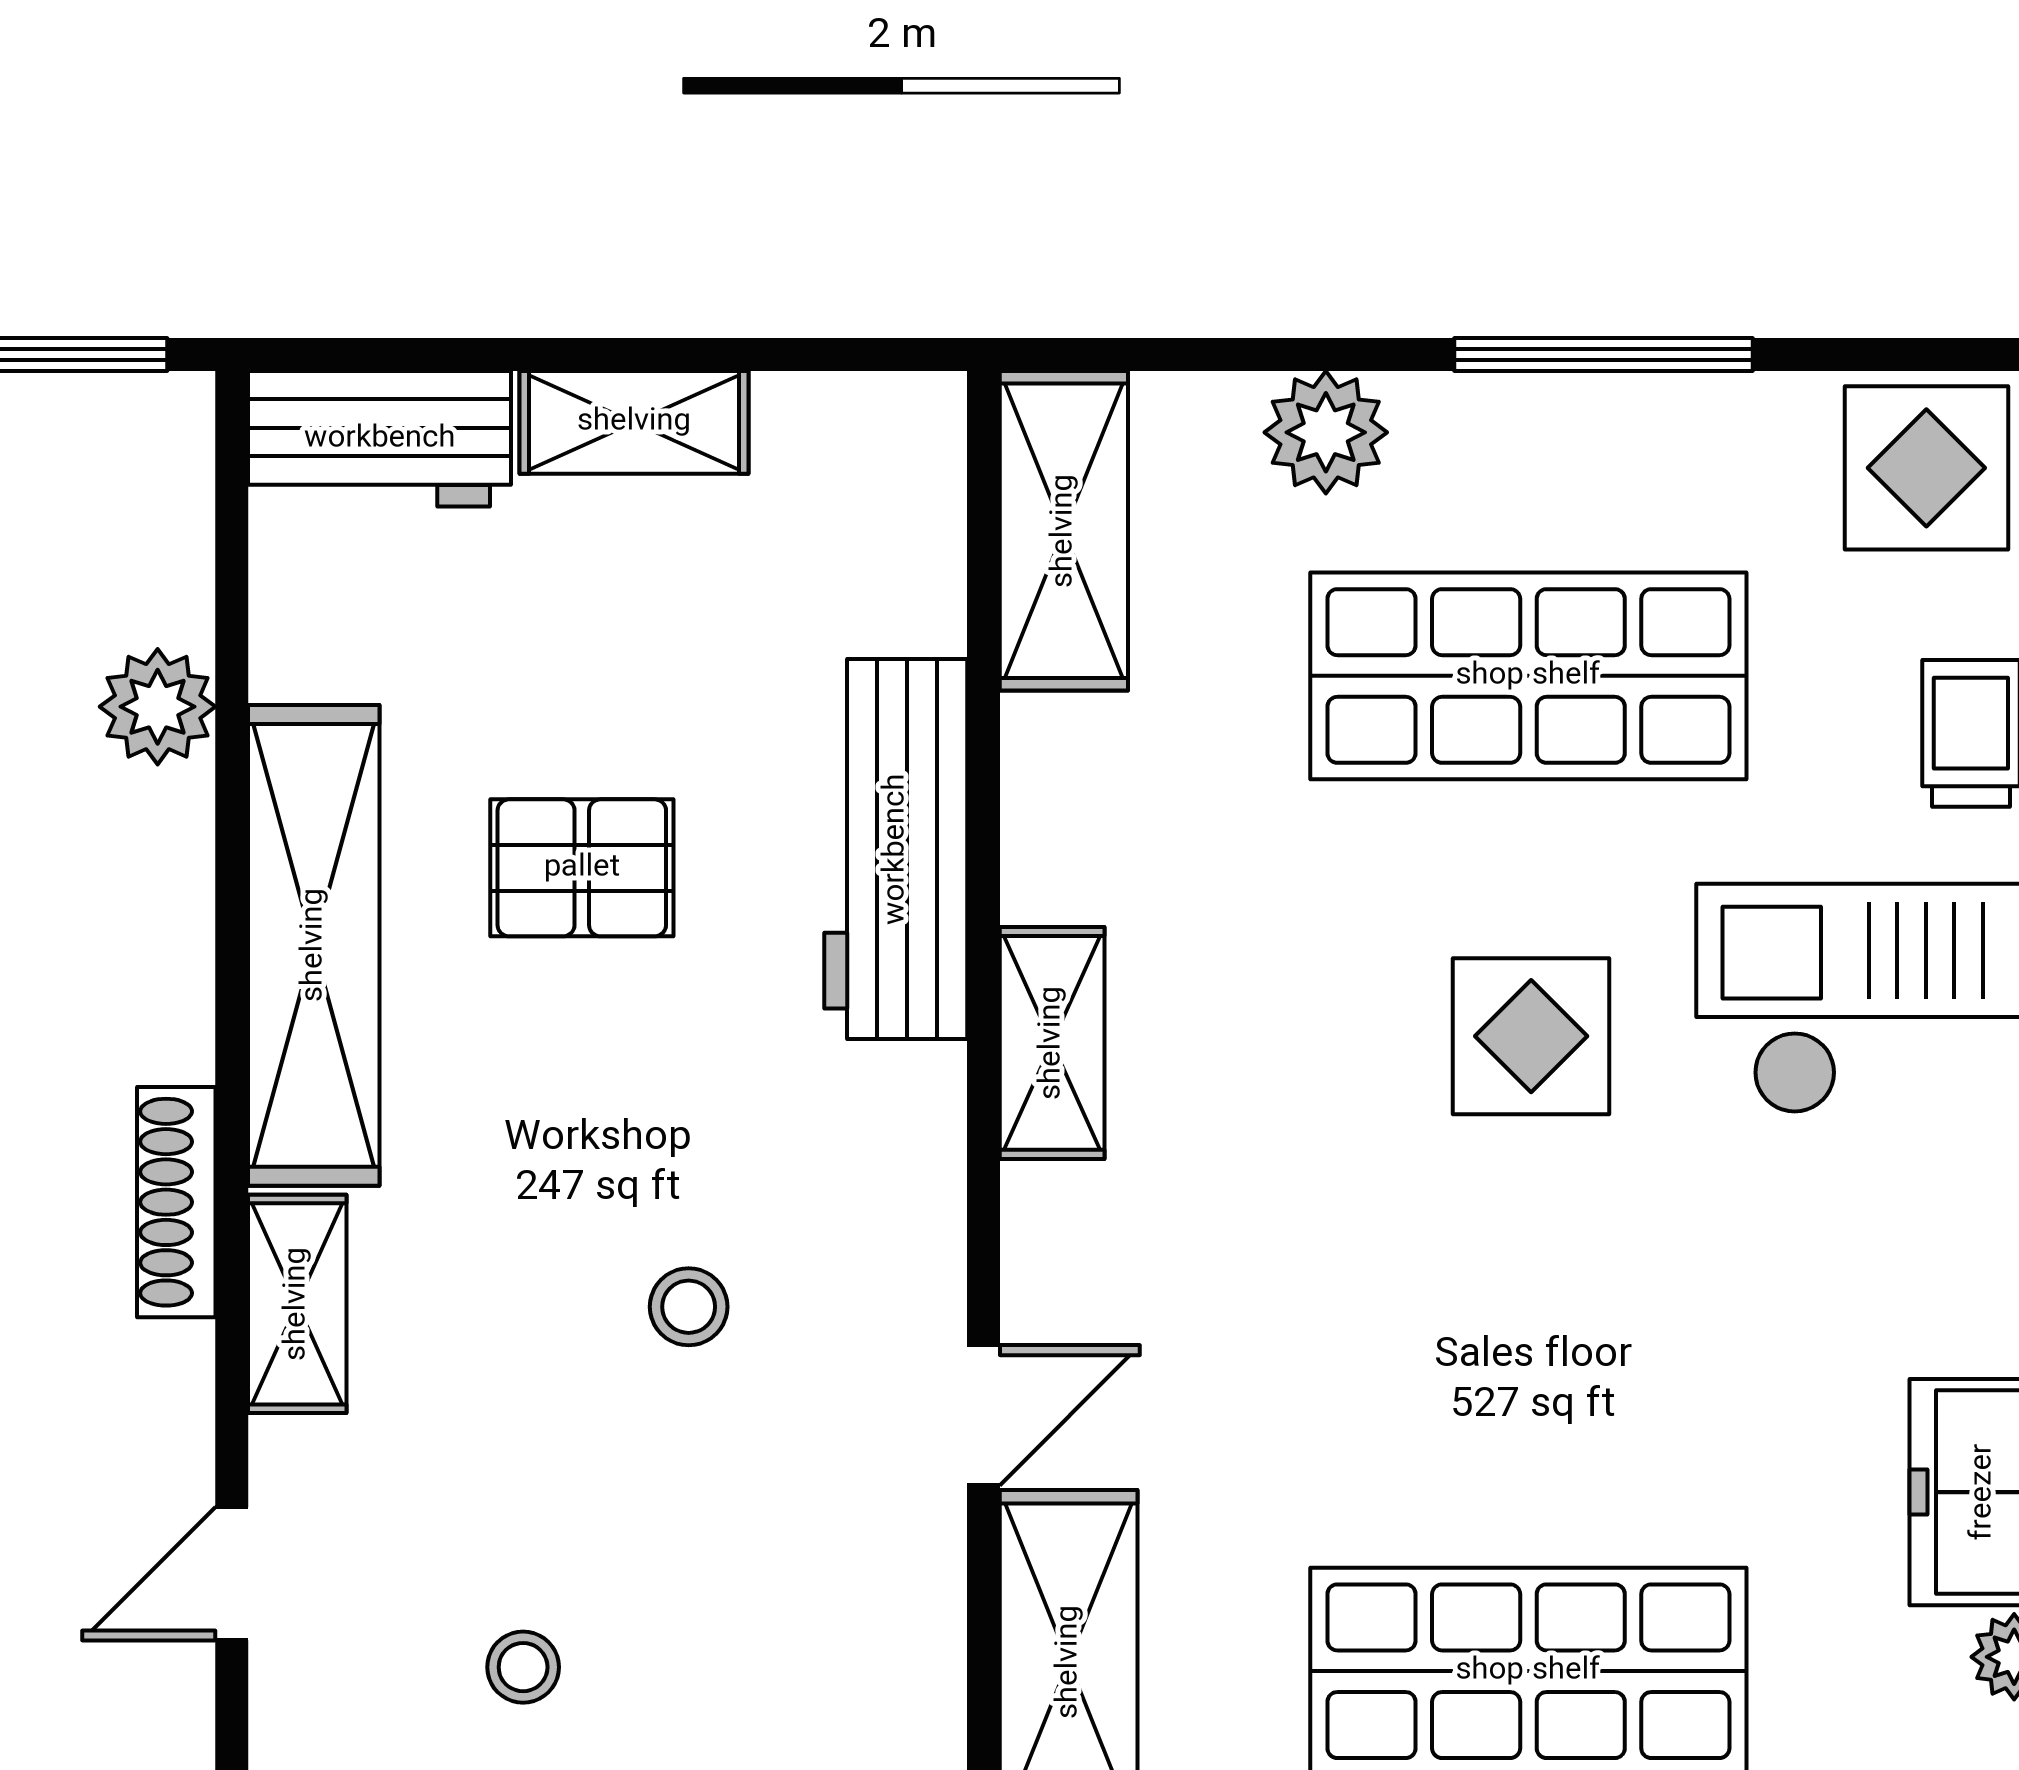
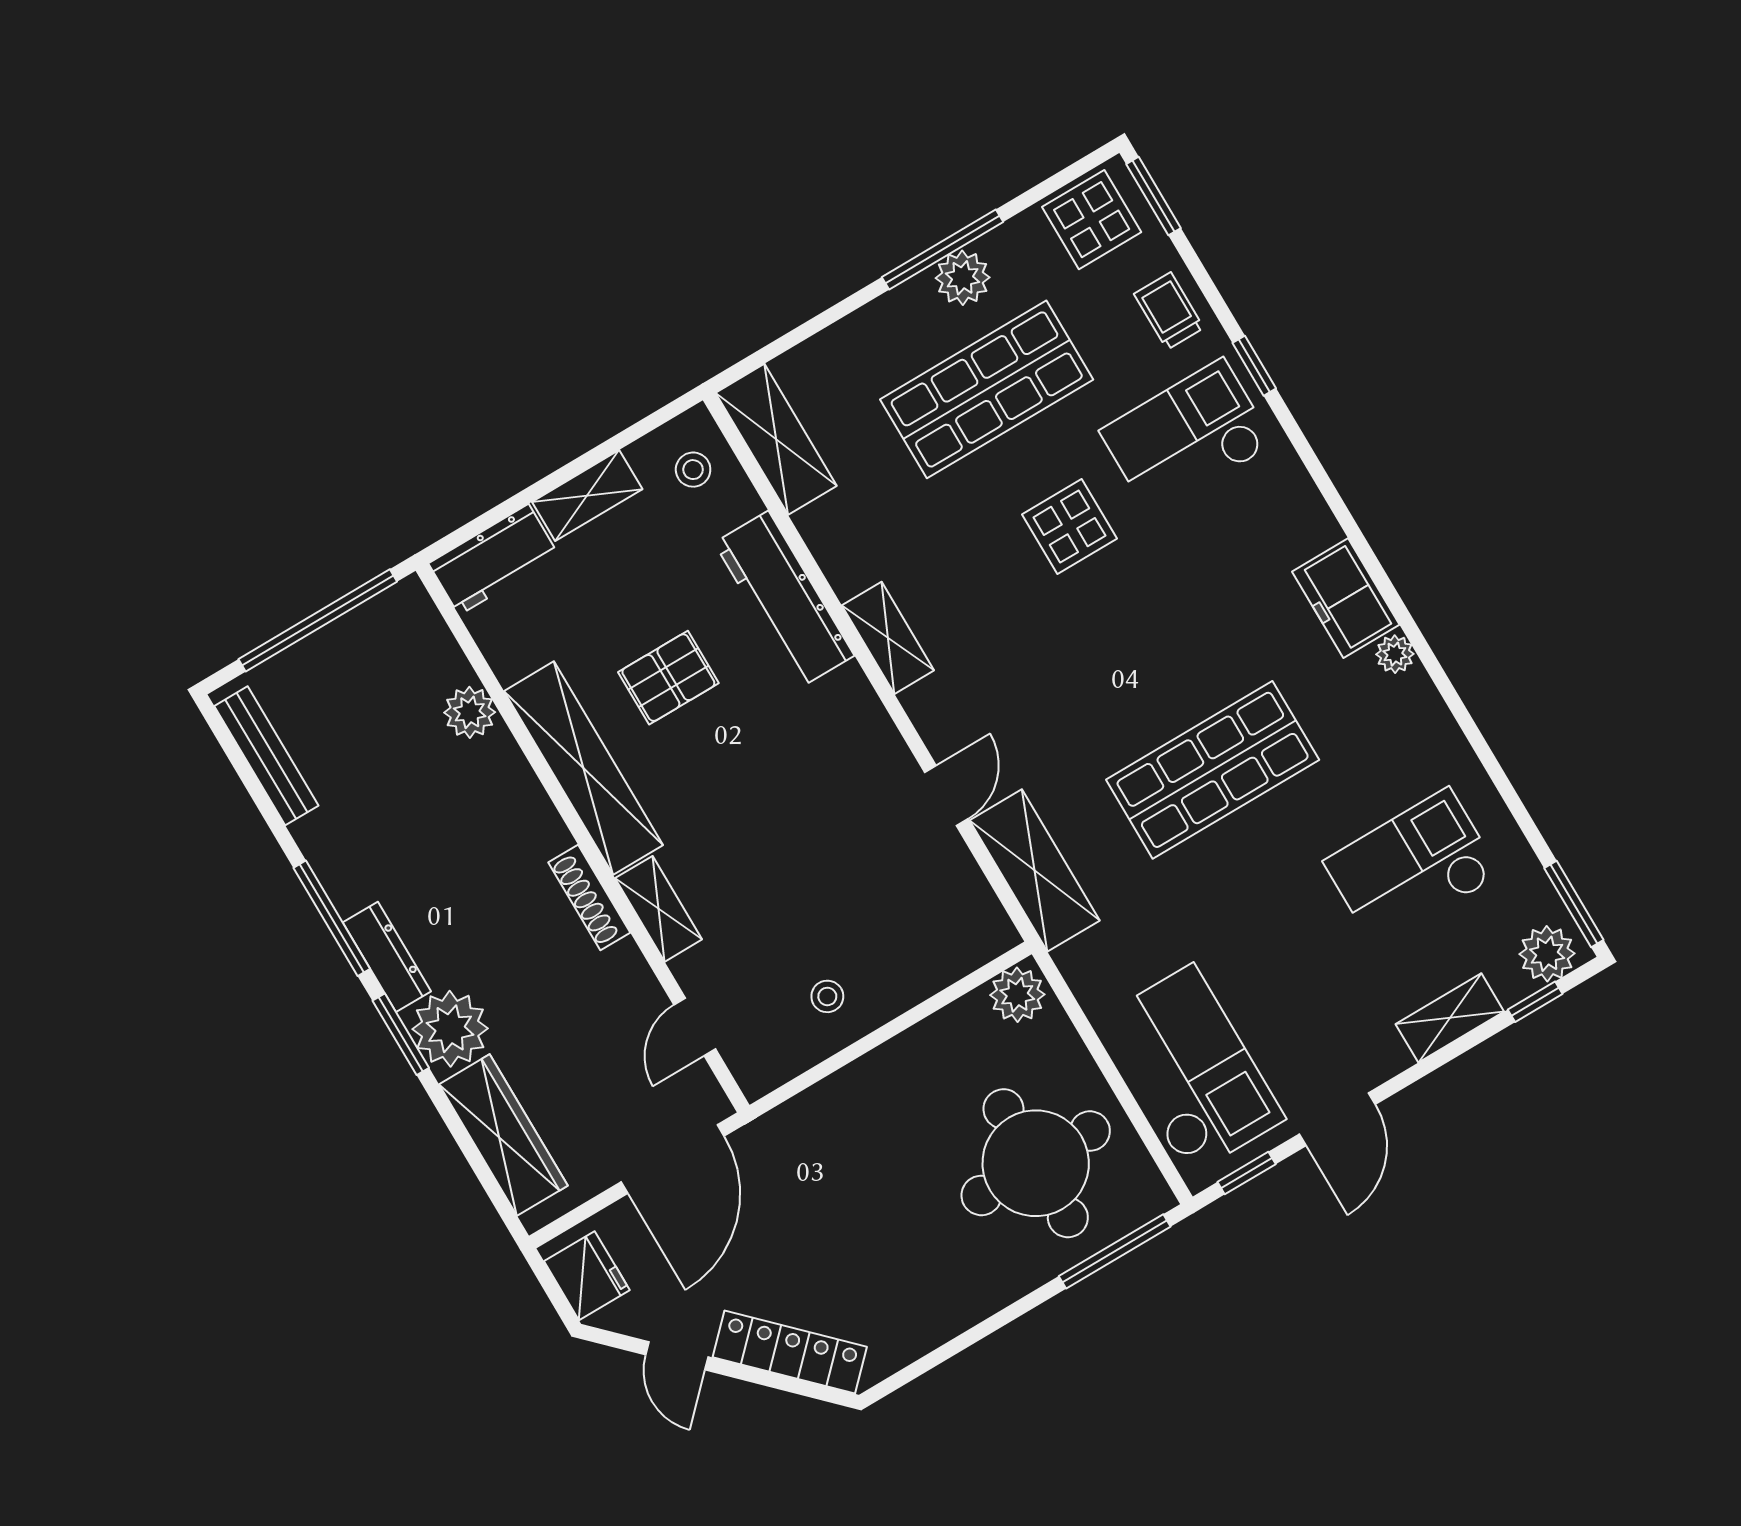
plant: (1326, 432) -> (963, 278), moved
stool: (689, 1307) -> (693, 470), moved

